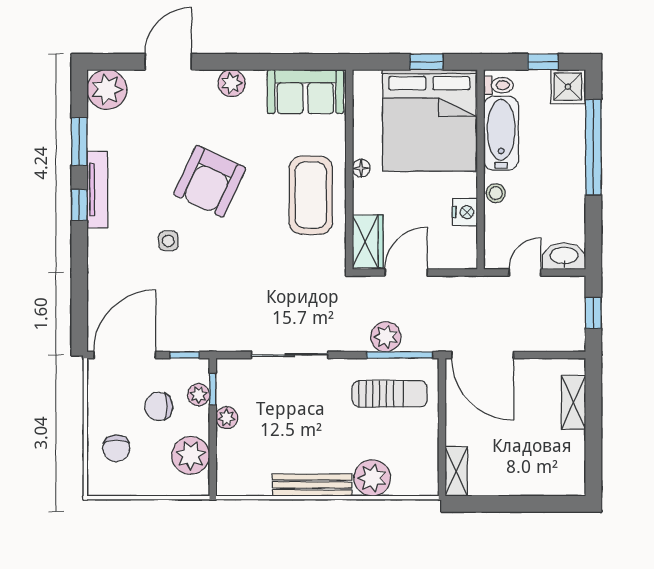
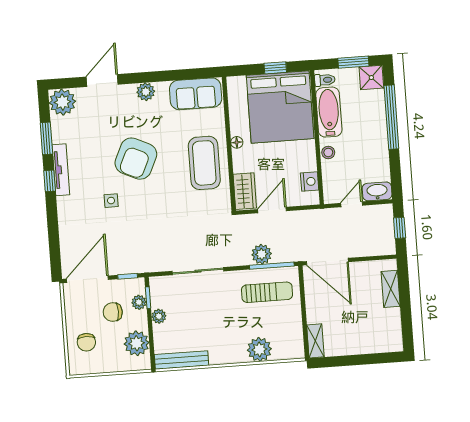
window: (543, 62) -> (353, 62), width x1.50
nightstand: (465, 212) -> (310, 181), moved
bench: (312, 485) -> (182, 360), moved

